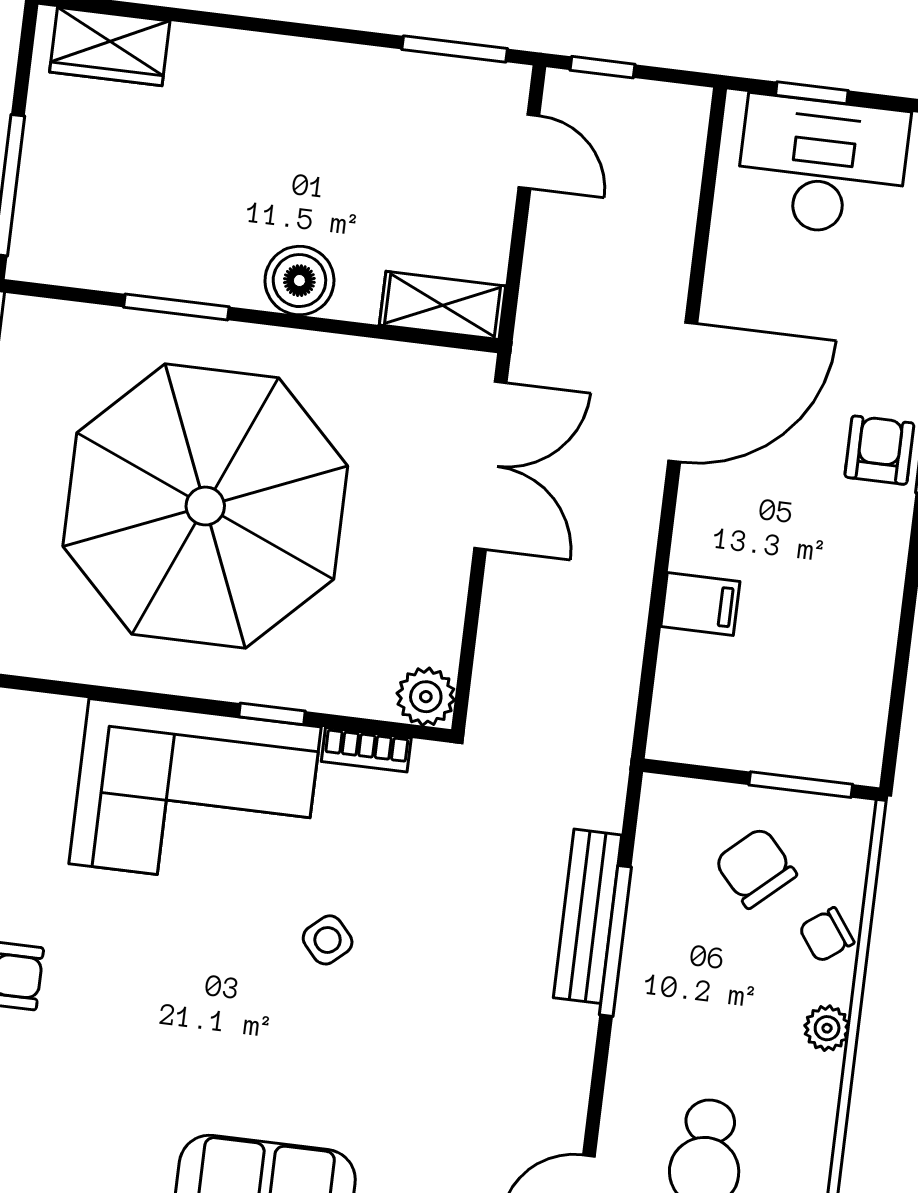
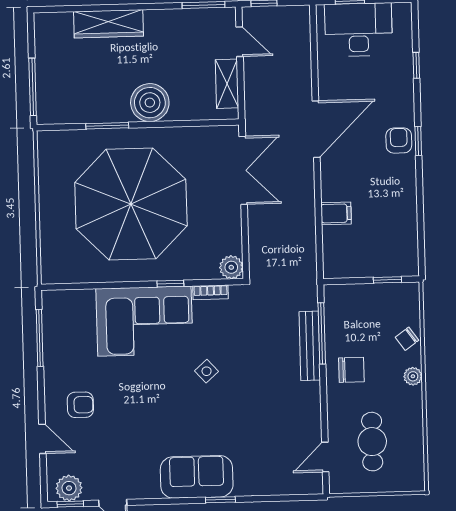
wardrobe: (110, 47) -> (109, 24), moved, width x1.50
boiler: (299, 281) -> (150, 103), width x1.37, depth x1.37
shelving: (442, 305) -> (227, 84), moved, turned 90
window: (801, 785) -> (387, 280), width x0.67
chair: (756, 868) -> (351, 370), moved, turned 132
window: (615, 941) -> (322, 333), moved

